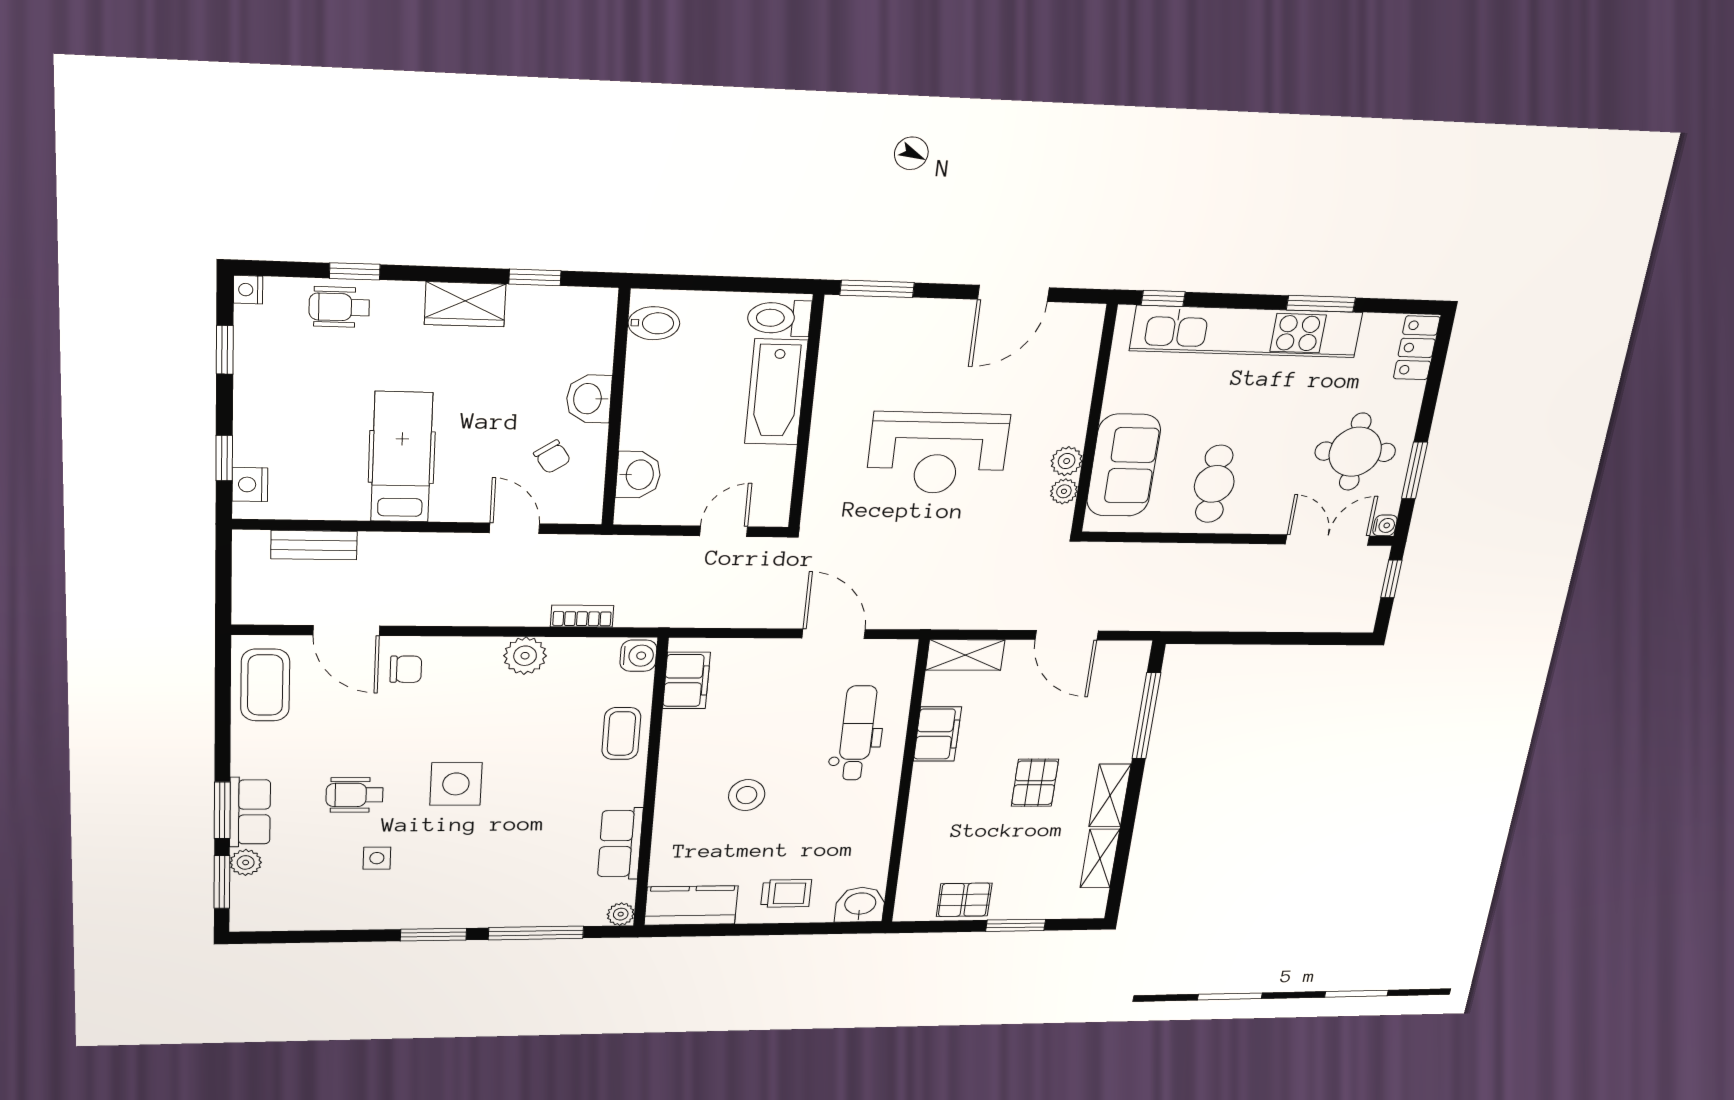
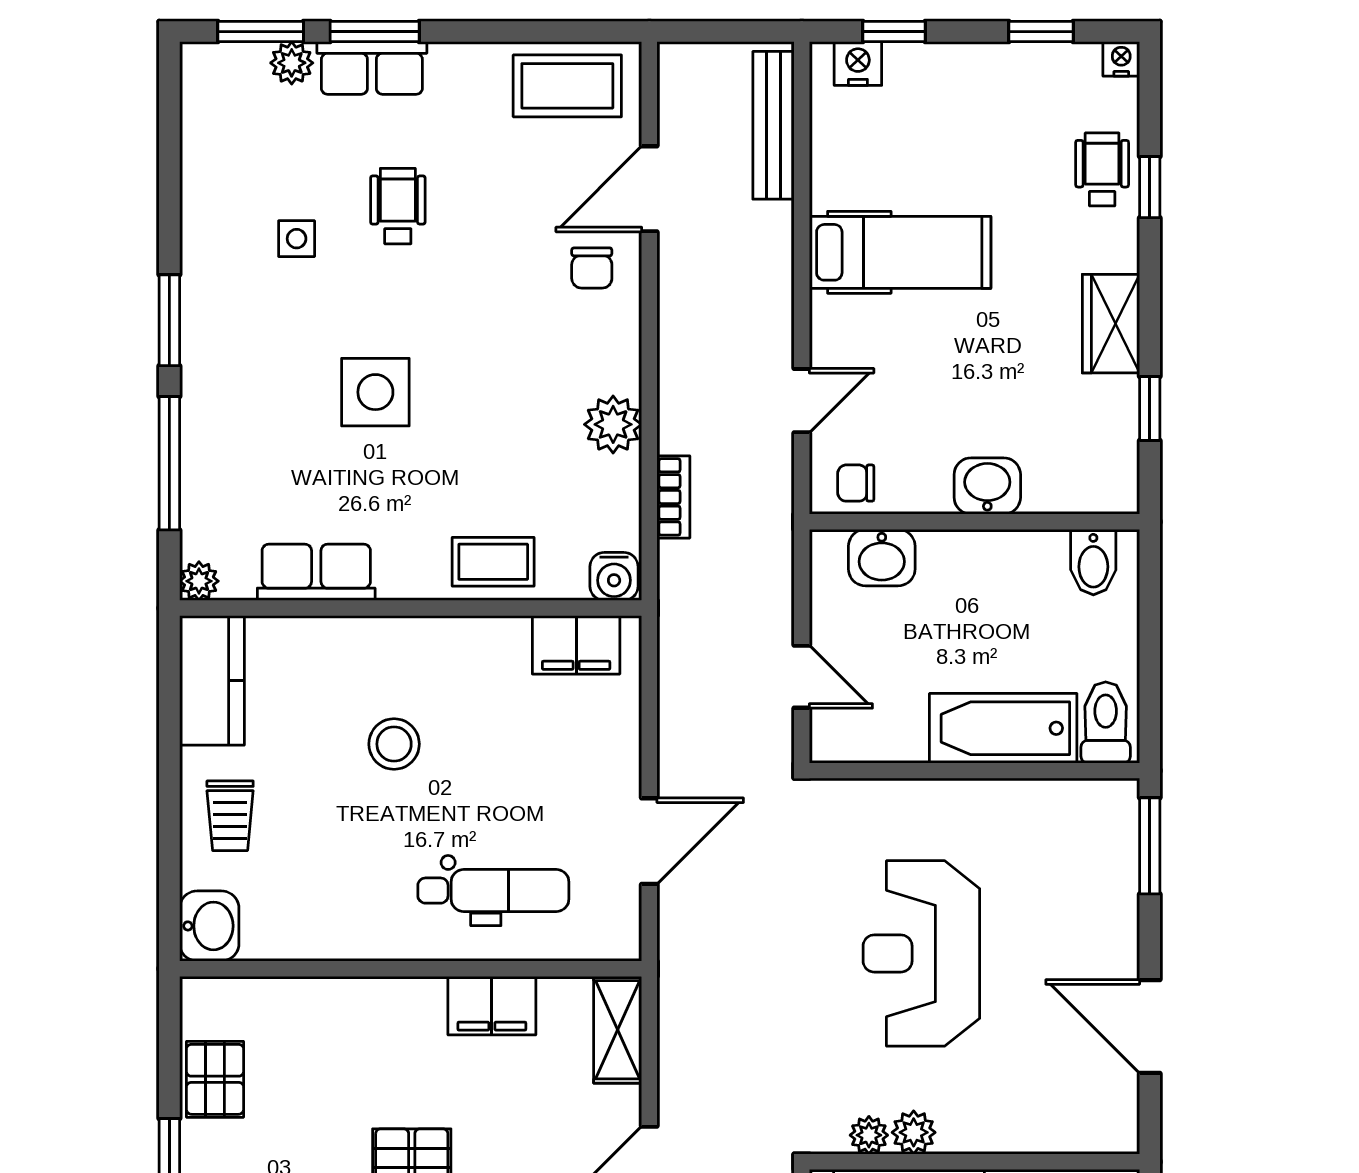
chair: (552, 457) -> (856, 483), moved, turned 34
bench: (314, 545) -> (773, 125), width x1.36
side table: (456, 784) -> (375, 392), moved

